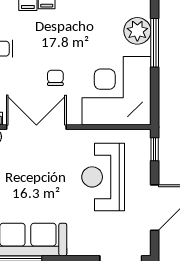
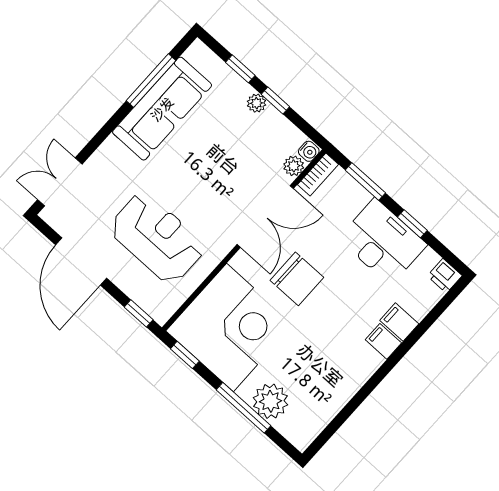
chair: (55, 78) -> (297, 279), width x1.87, depth x1.87
window: (155, 102) -> (185, 355), added

